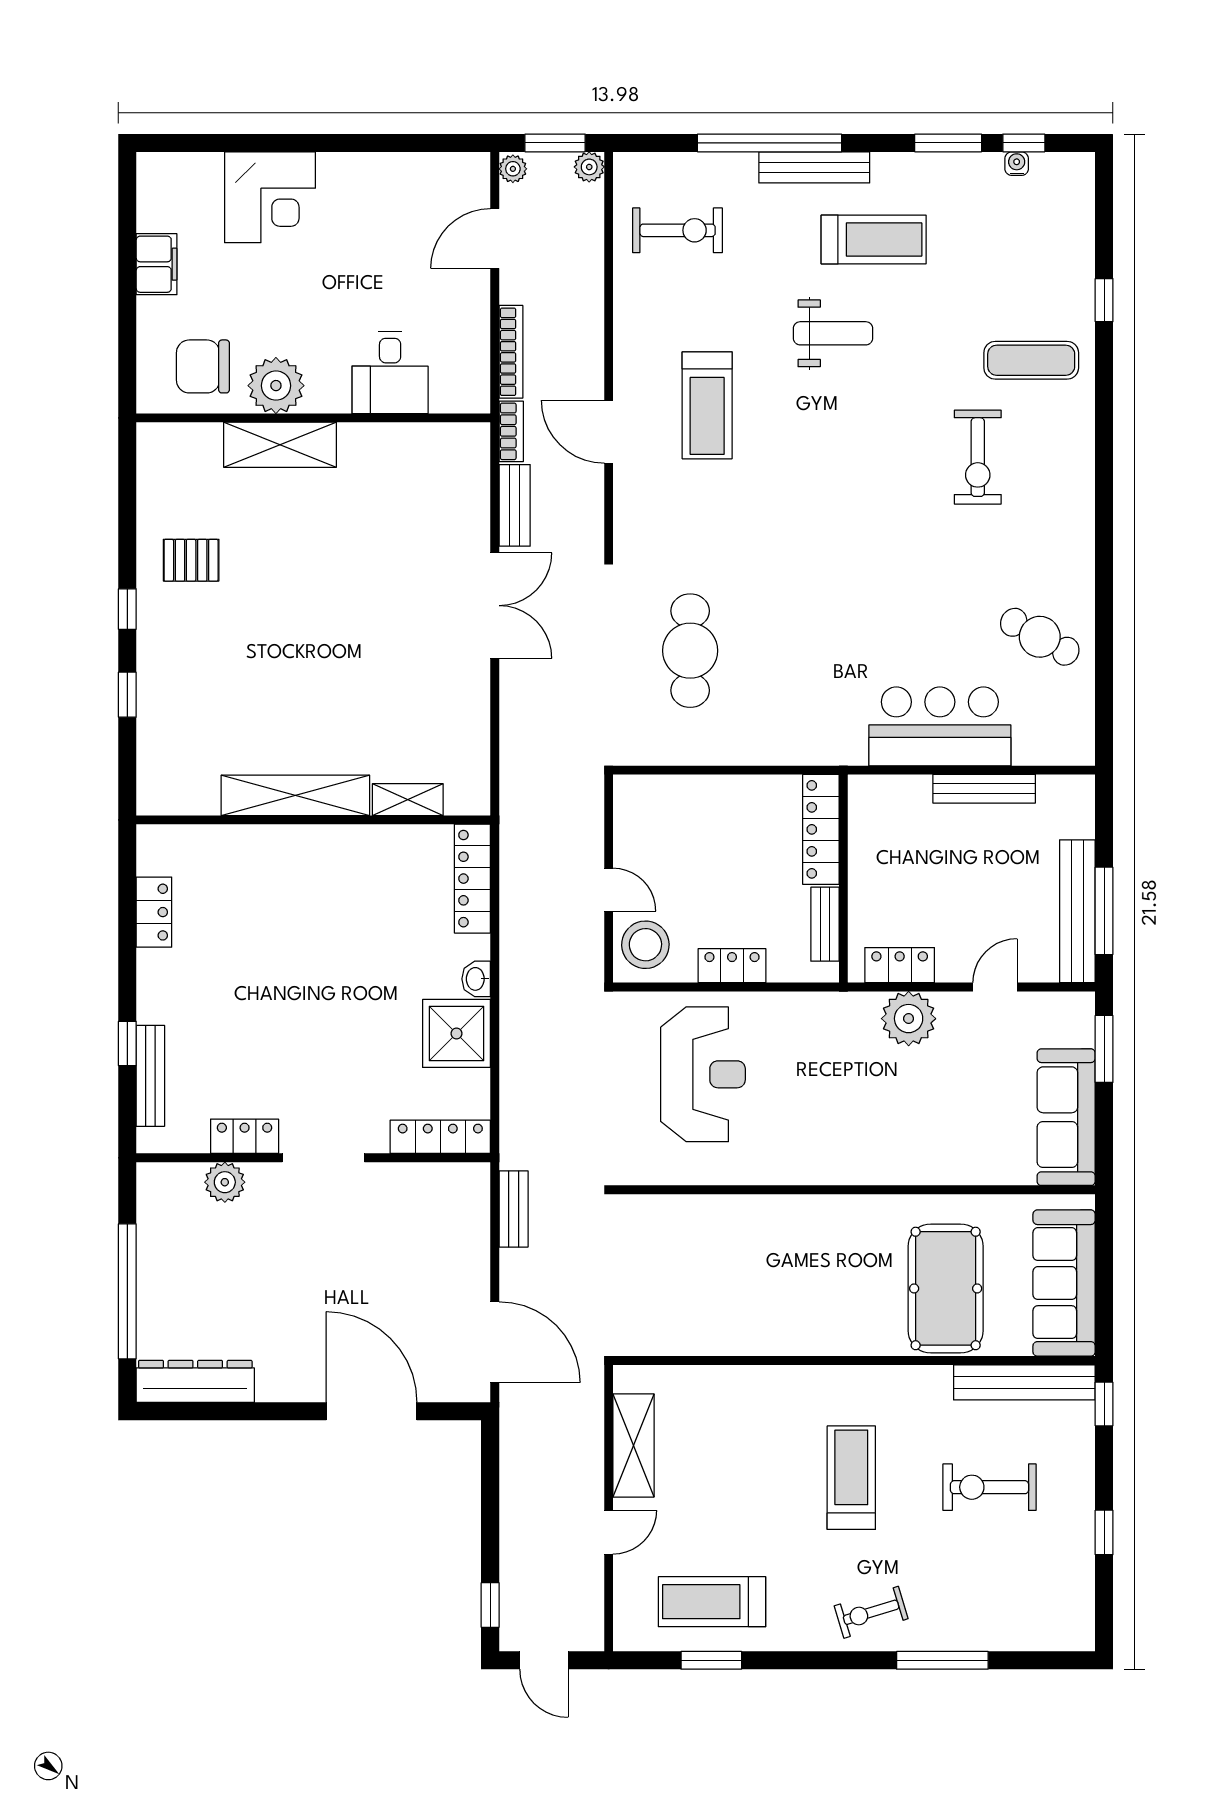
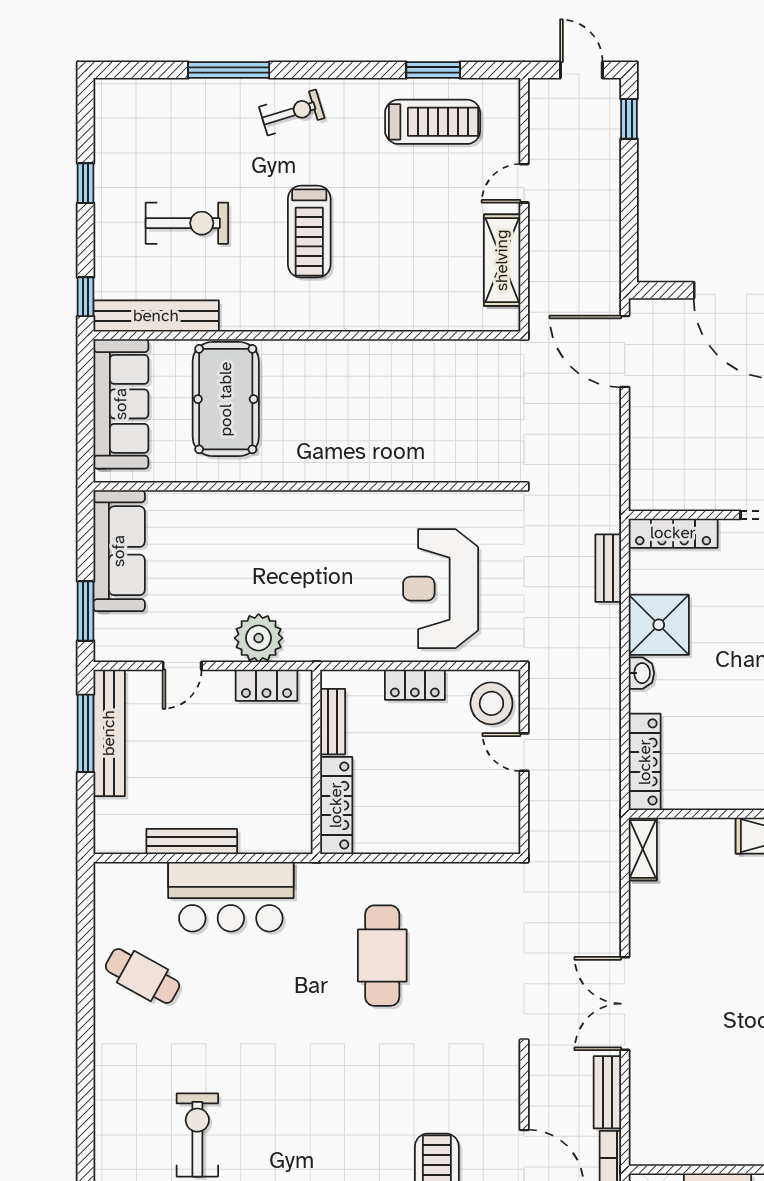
cafe table: (690, 651) -> (382, 956), moved
shelving: (408, 800) -> (643, 849), moved, turned 90
bench: (514, 1209) -> (608, 568), moved

